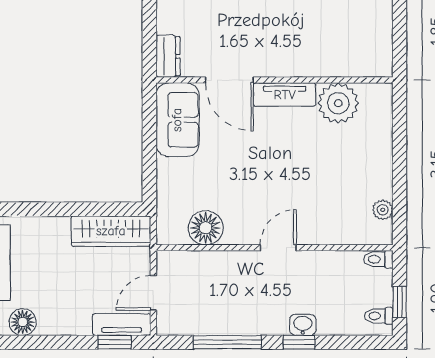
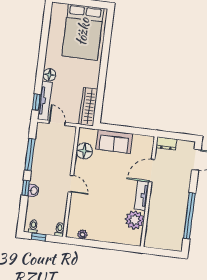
sofa: (177, 120) -> (114, 141), moved
floor lamp: (23, 322) -> (49, 75), moved
tv unit: (122, 324) -> (45, 101), width x1.41

